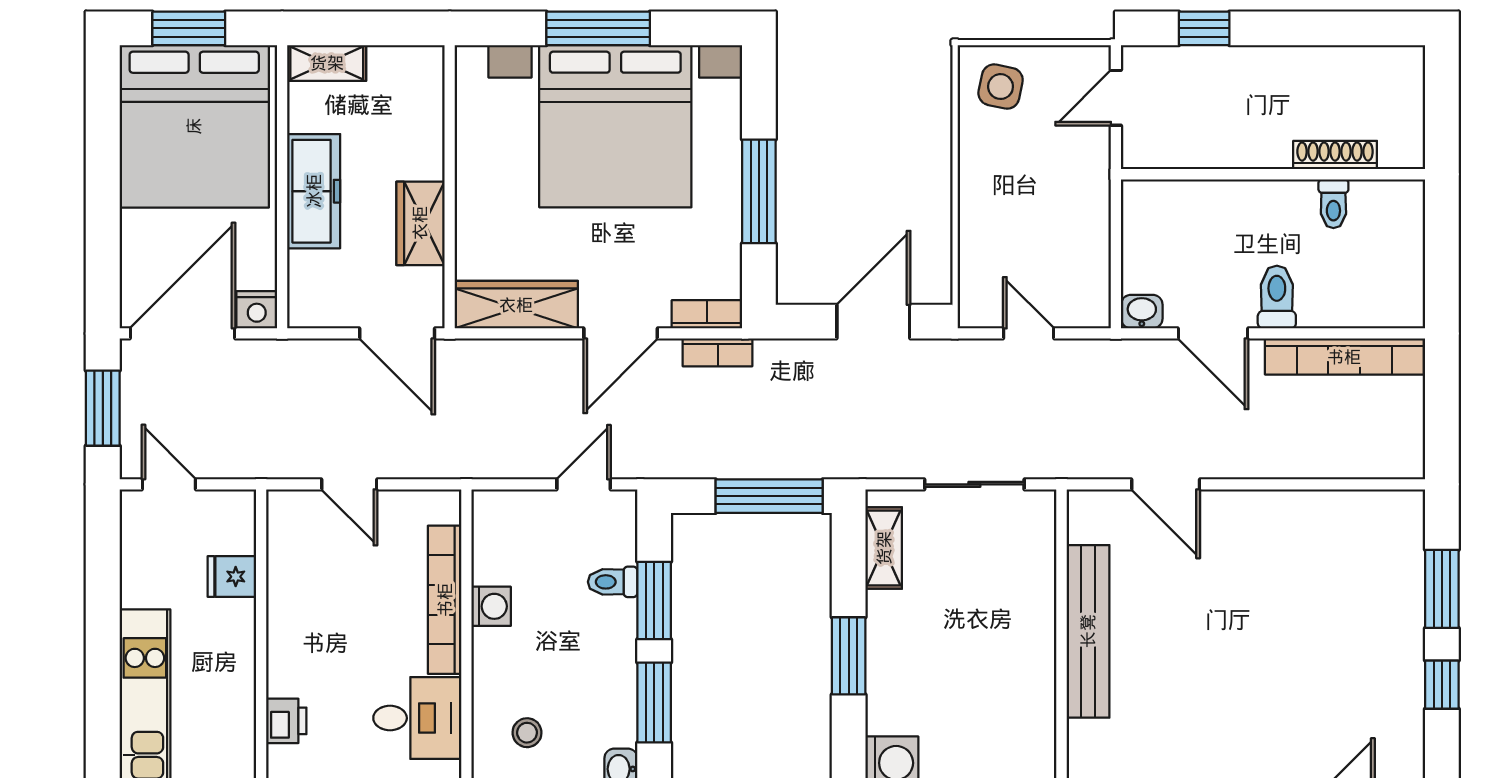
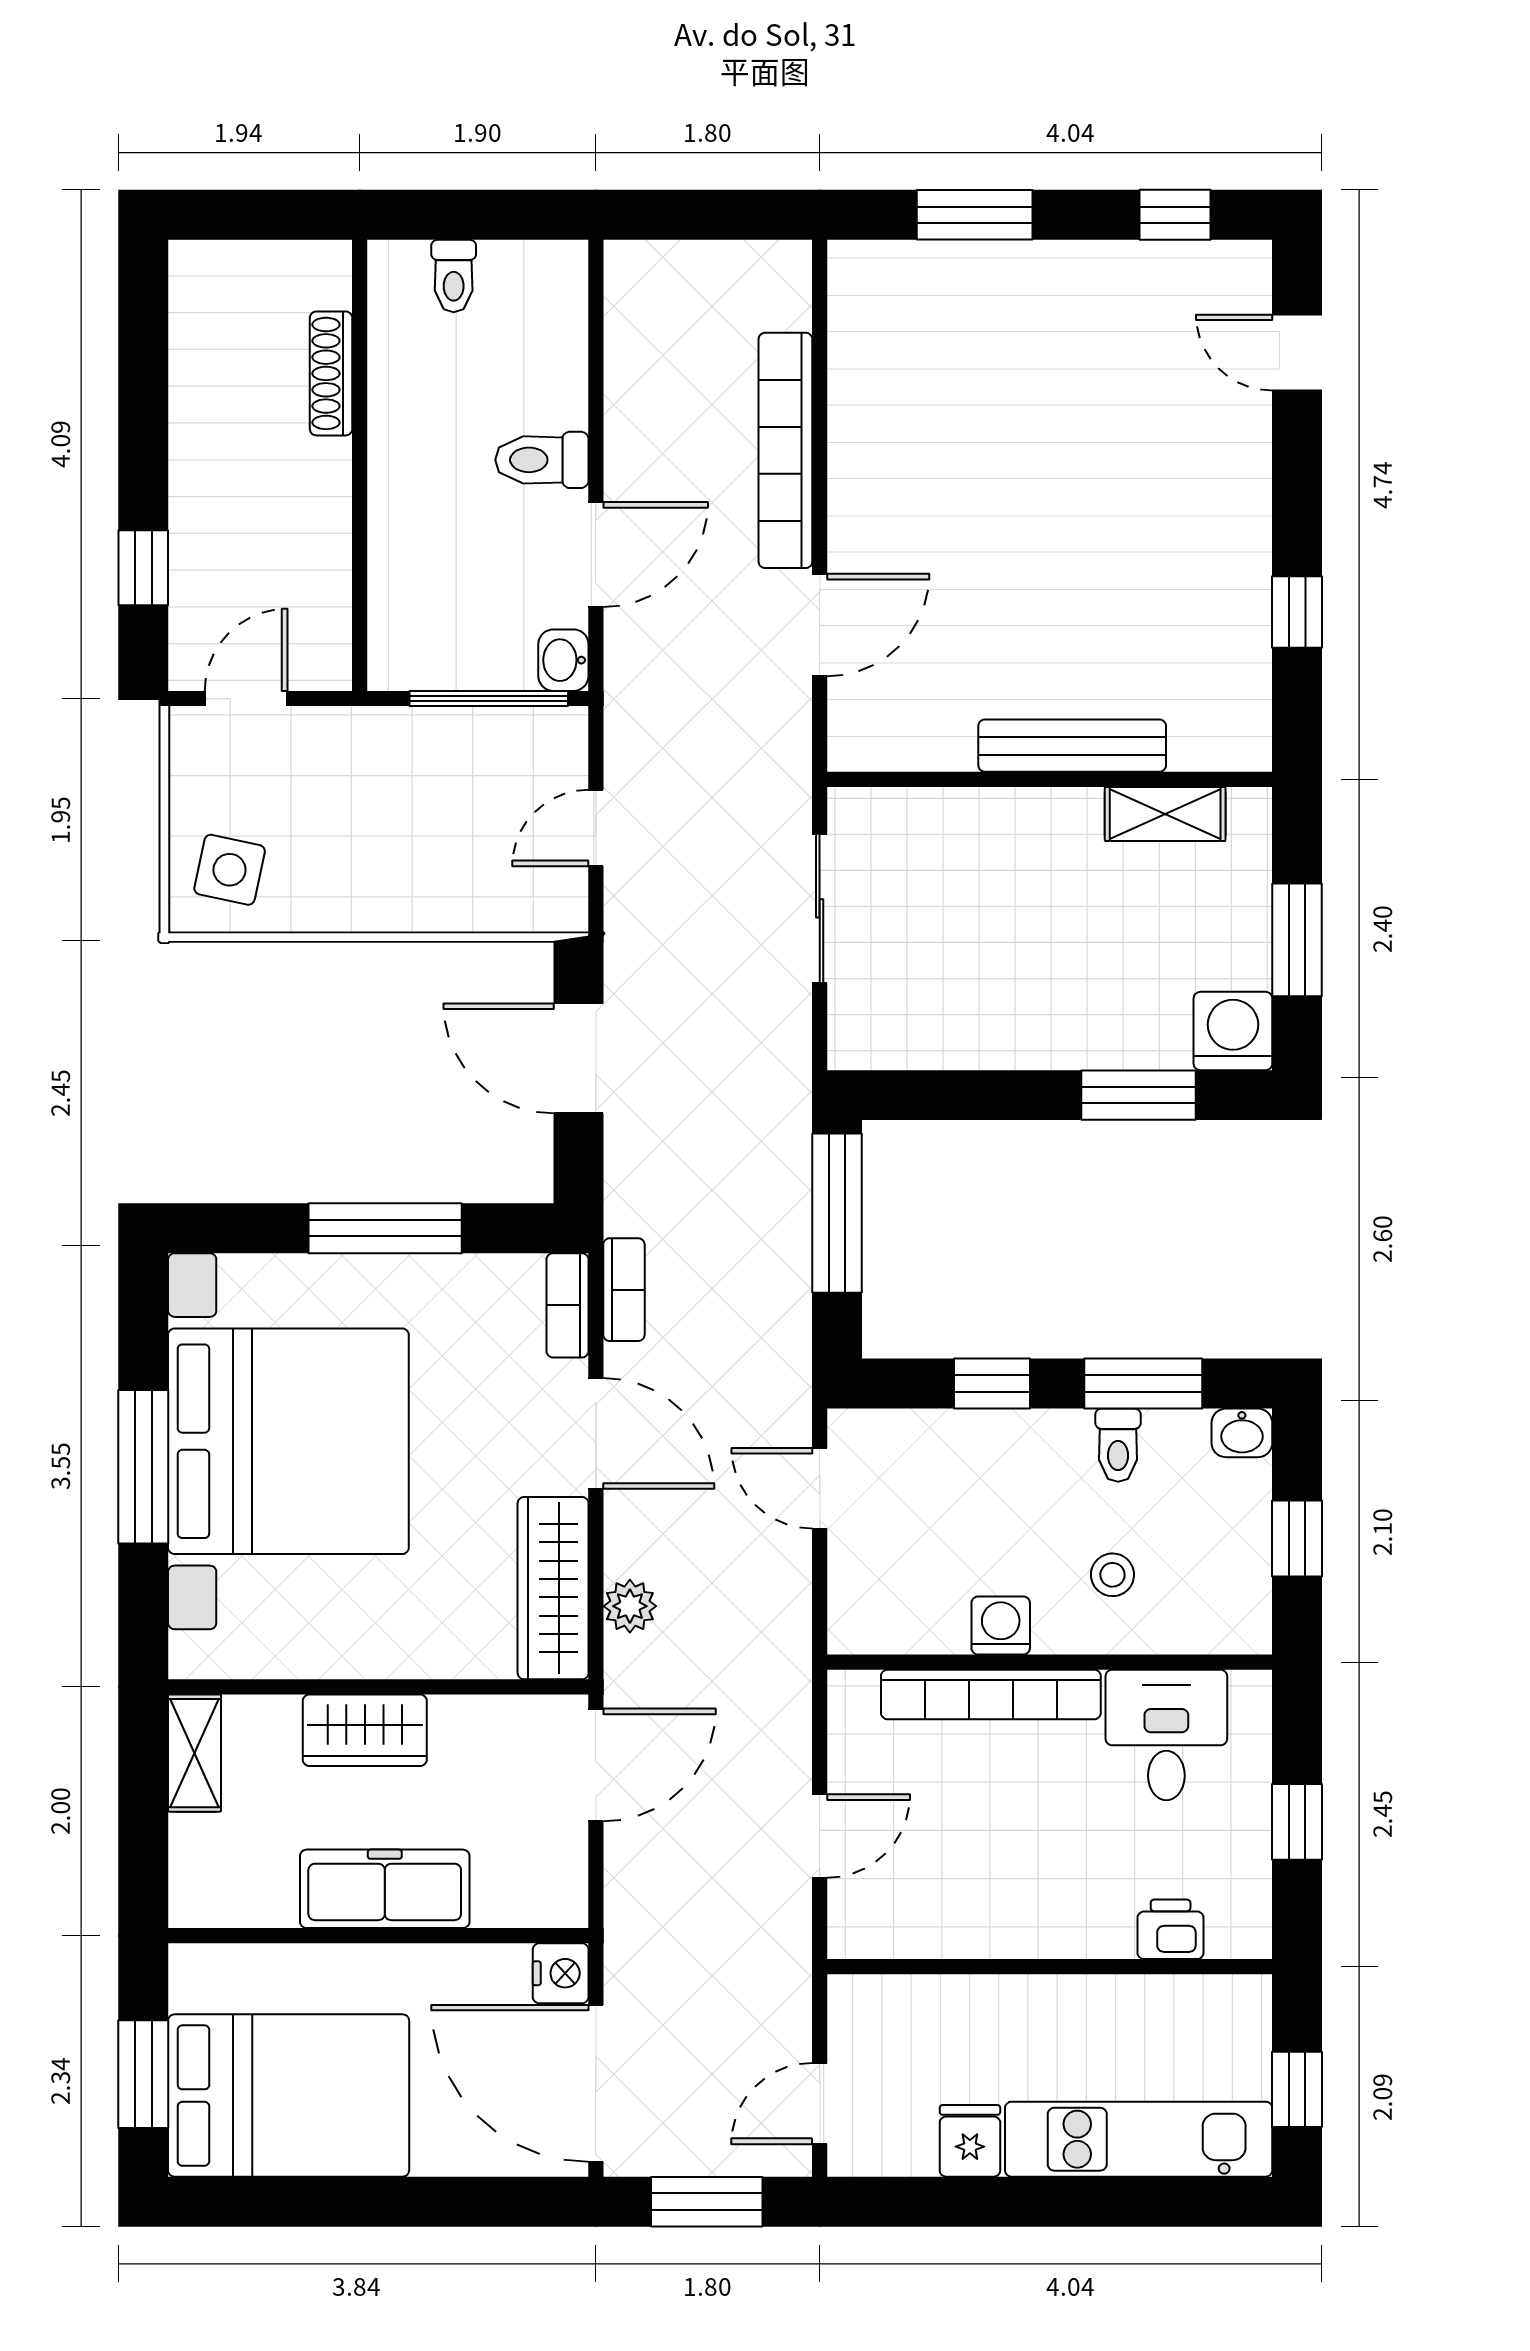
shelving: (327, 63) -> (195, 1753), moved
door: (1116, 98) -> (246, 699), swing flipped
bed: (194, 126) -> (289, 2096), width x0.73
toilet: (1333, 204) -> (454, 276), moved, turned 90
wardrobe: (420, 223) -> (365, 1730), moved
window: (1116, 261) -> (489, 699), added
plant: (504, 356) -> (630, 1606), added
bookcase: (1344, 357) -> (785, 450), moved, turned 180
shelving: (884, 548) -> (1165, 814), moved
fridge: (232, 577) -> (970, 2141), moved, turned 180
toilet: (613, 582) -> (1118, 1445), moved
window: (654, 600) -> (992, 1384), width x0.67
bench: (1088, 631) -> (1072, 746), width x0.73, depth x0.82
window: (849, 656) -> (1138, 1095), moved
window: (1442, 685) -> (1175, 215), moved
stool: (527, 733) -> (1112, 1575), moved

